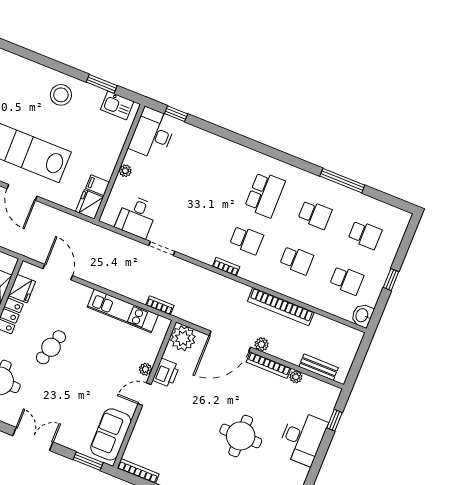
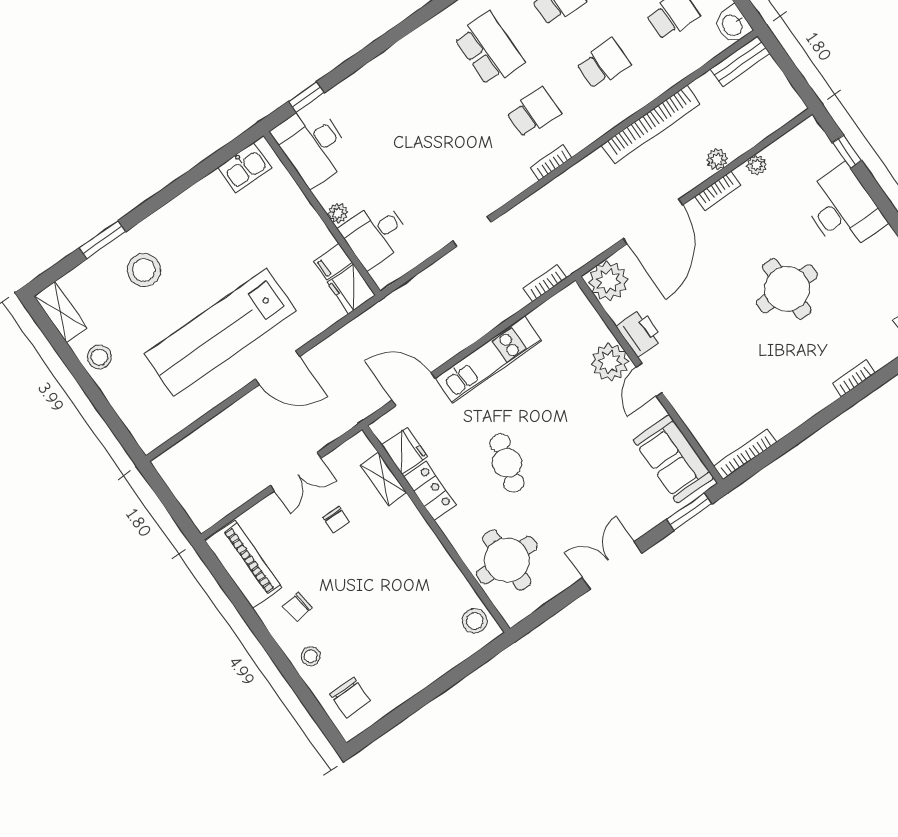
window: (102, 84) -> (102, 240), moved
stool: (61, 95) -> (144, 270), moved
desk: (136, 217) -> (375, 234), moved, turned 90
kitchen unit: (123, 311) -> (489, 359), moved
plant: (262, 344) -> (717, 159), moved
bookcase: (269, 365) -> (718, 191), width x0.64
bench: (319, 367) -> (740, 61), moved
plant: (145, 369) -> (610, 362), width x1.87, depth x1.87

